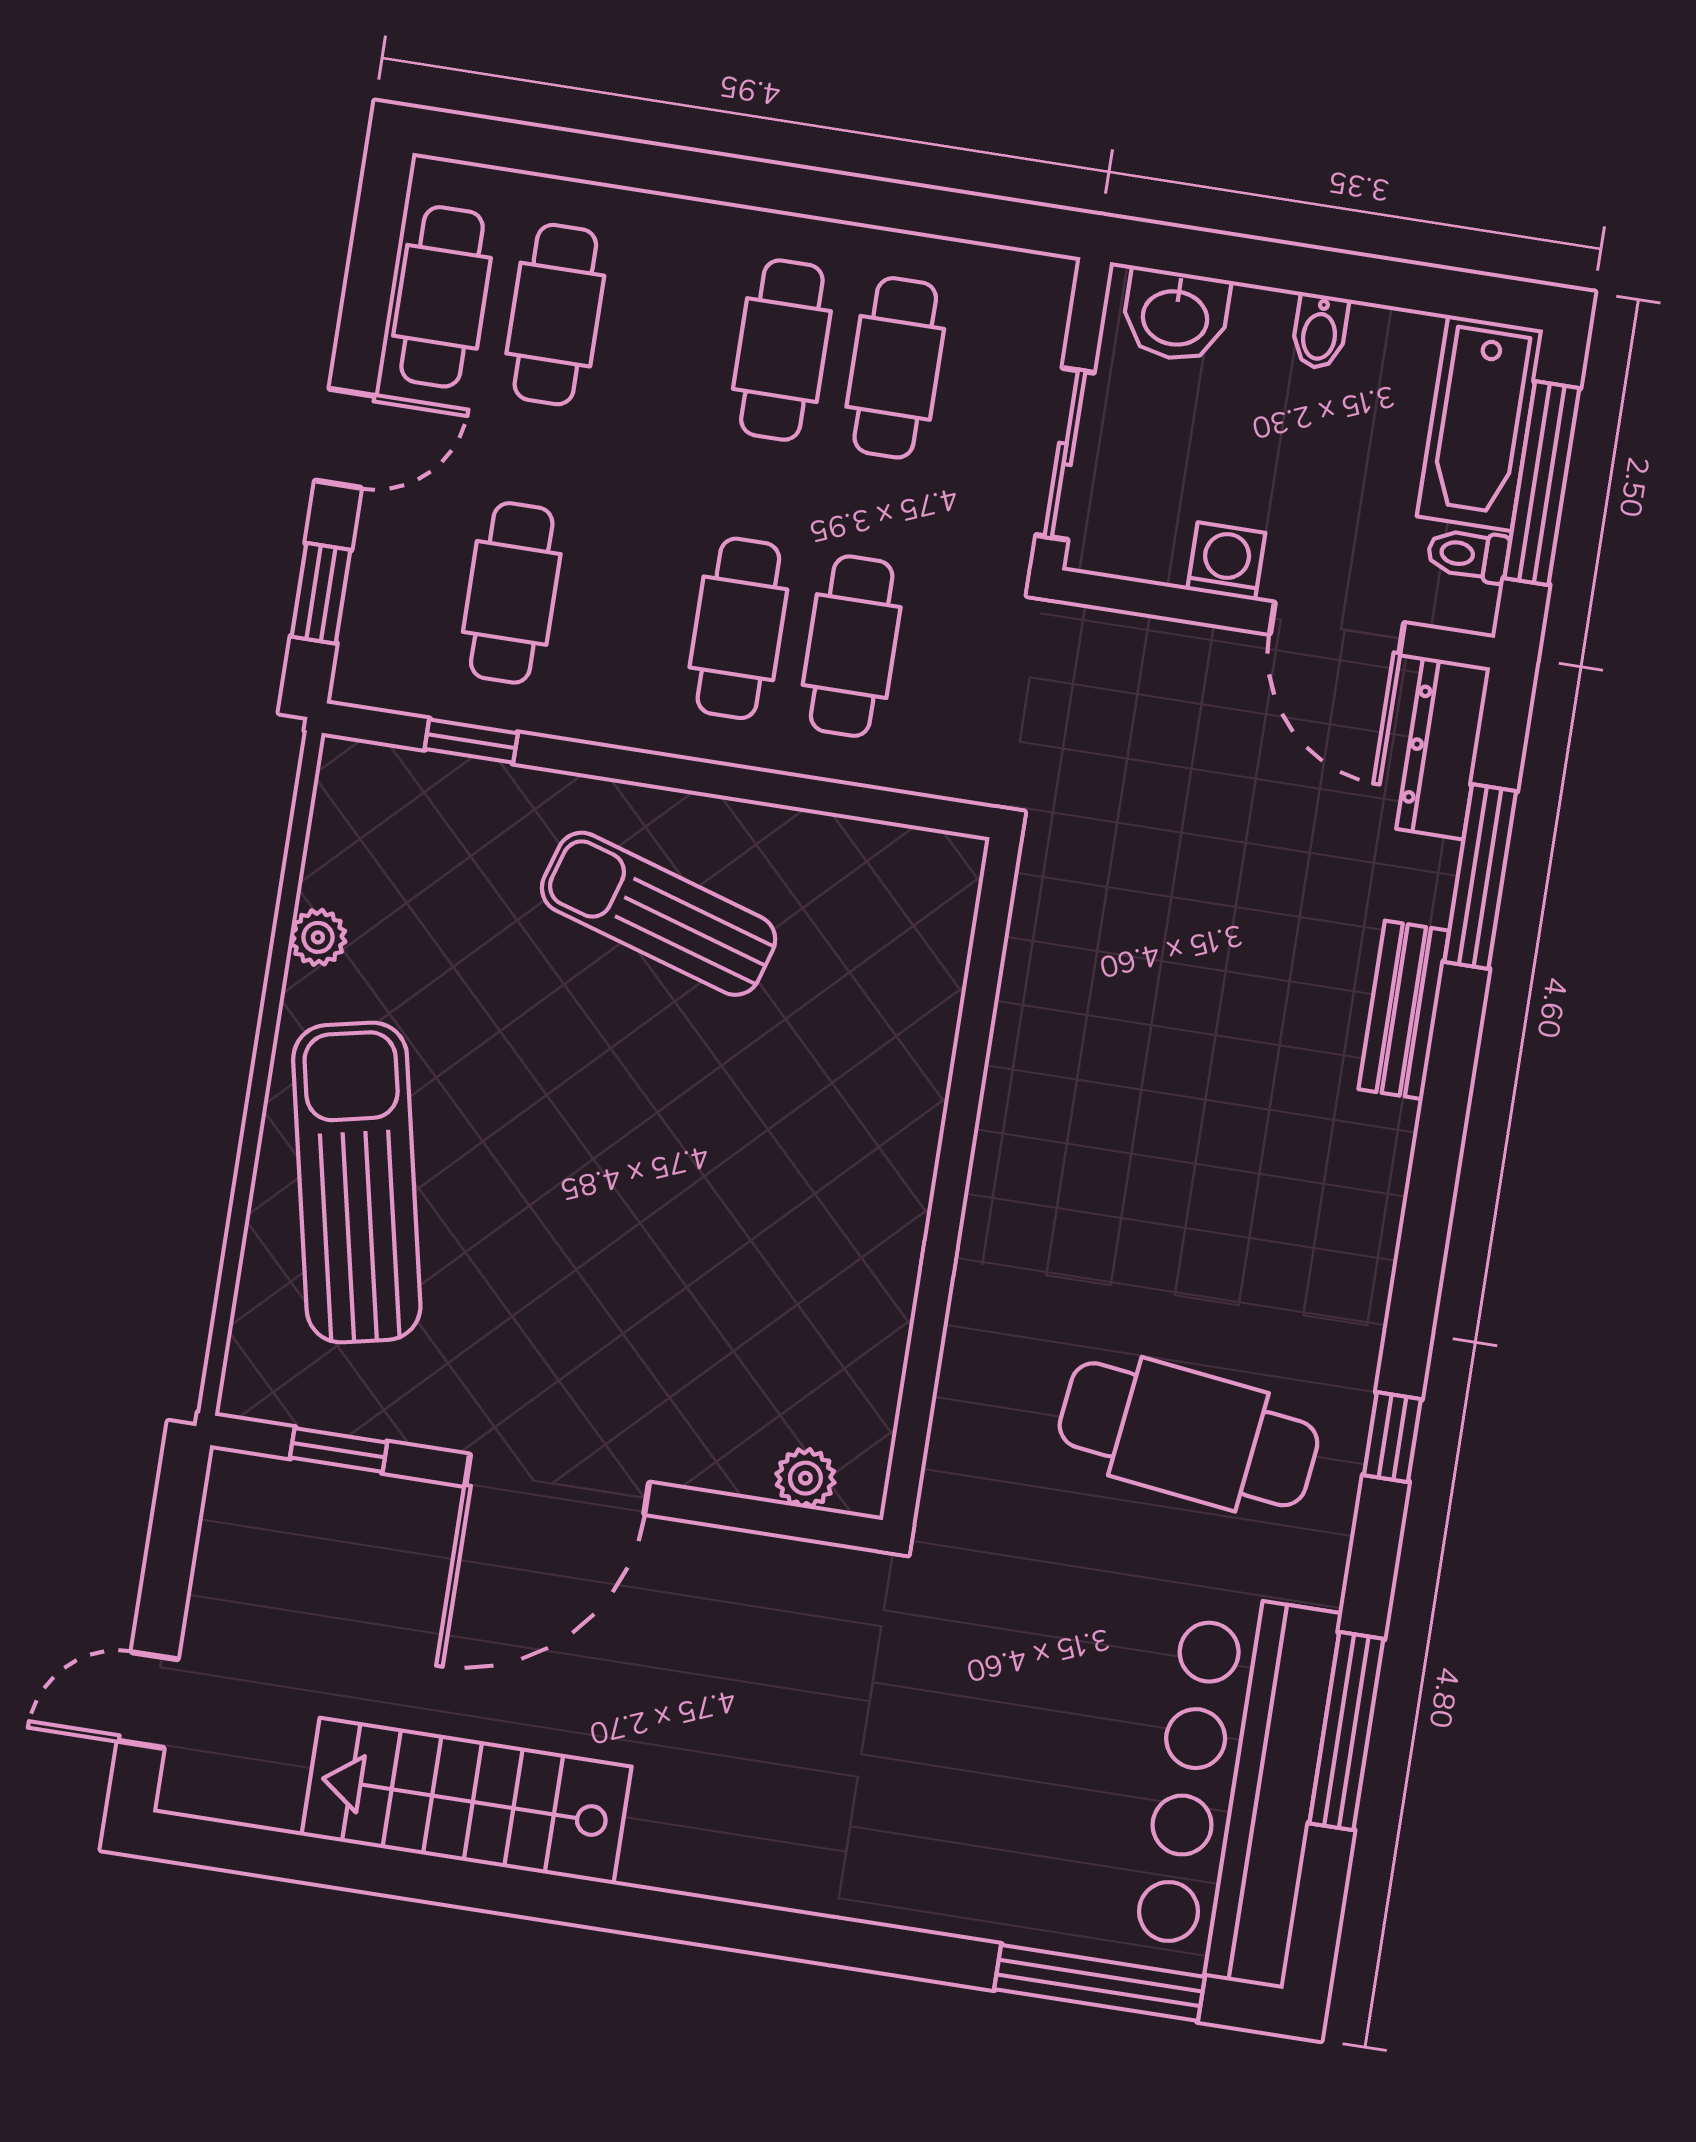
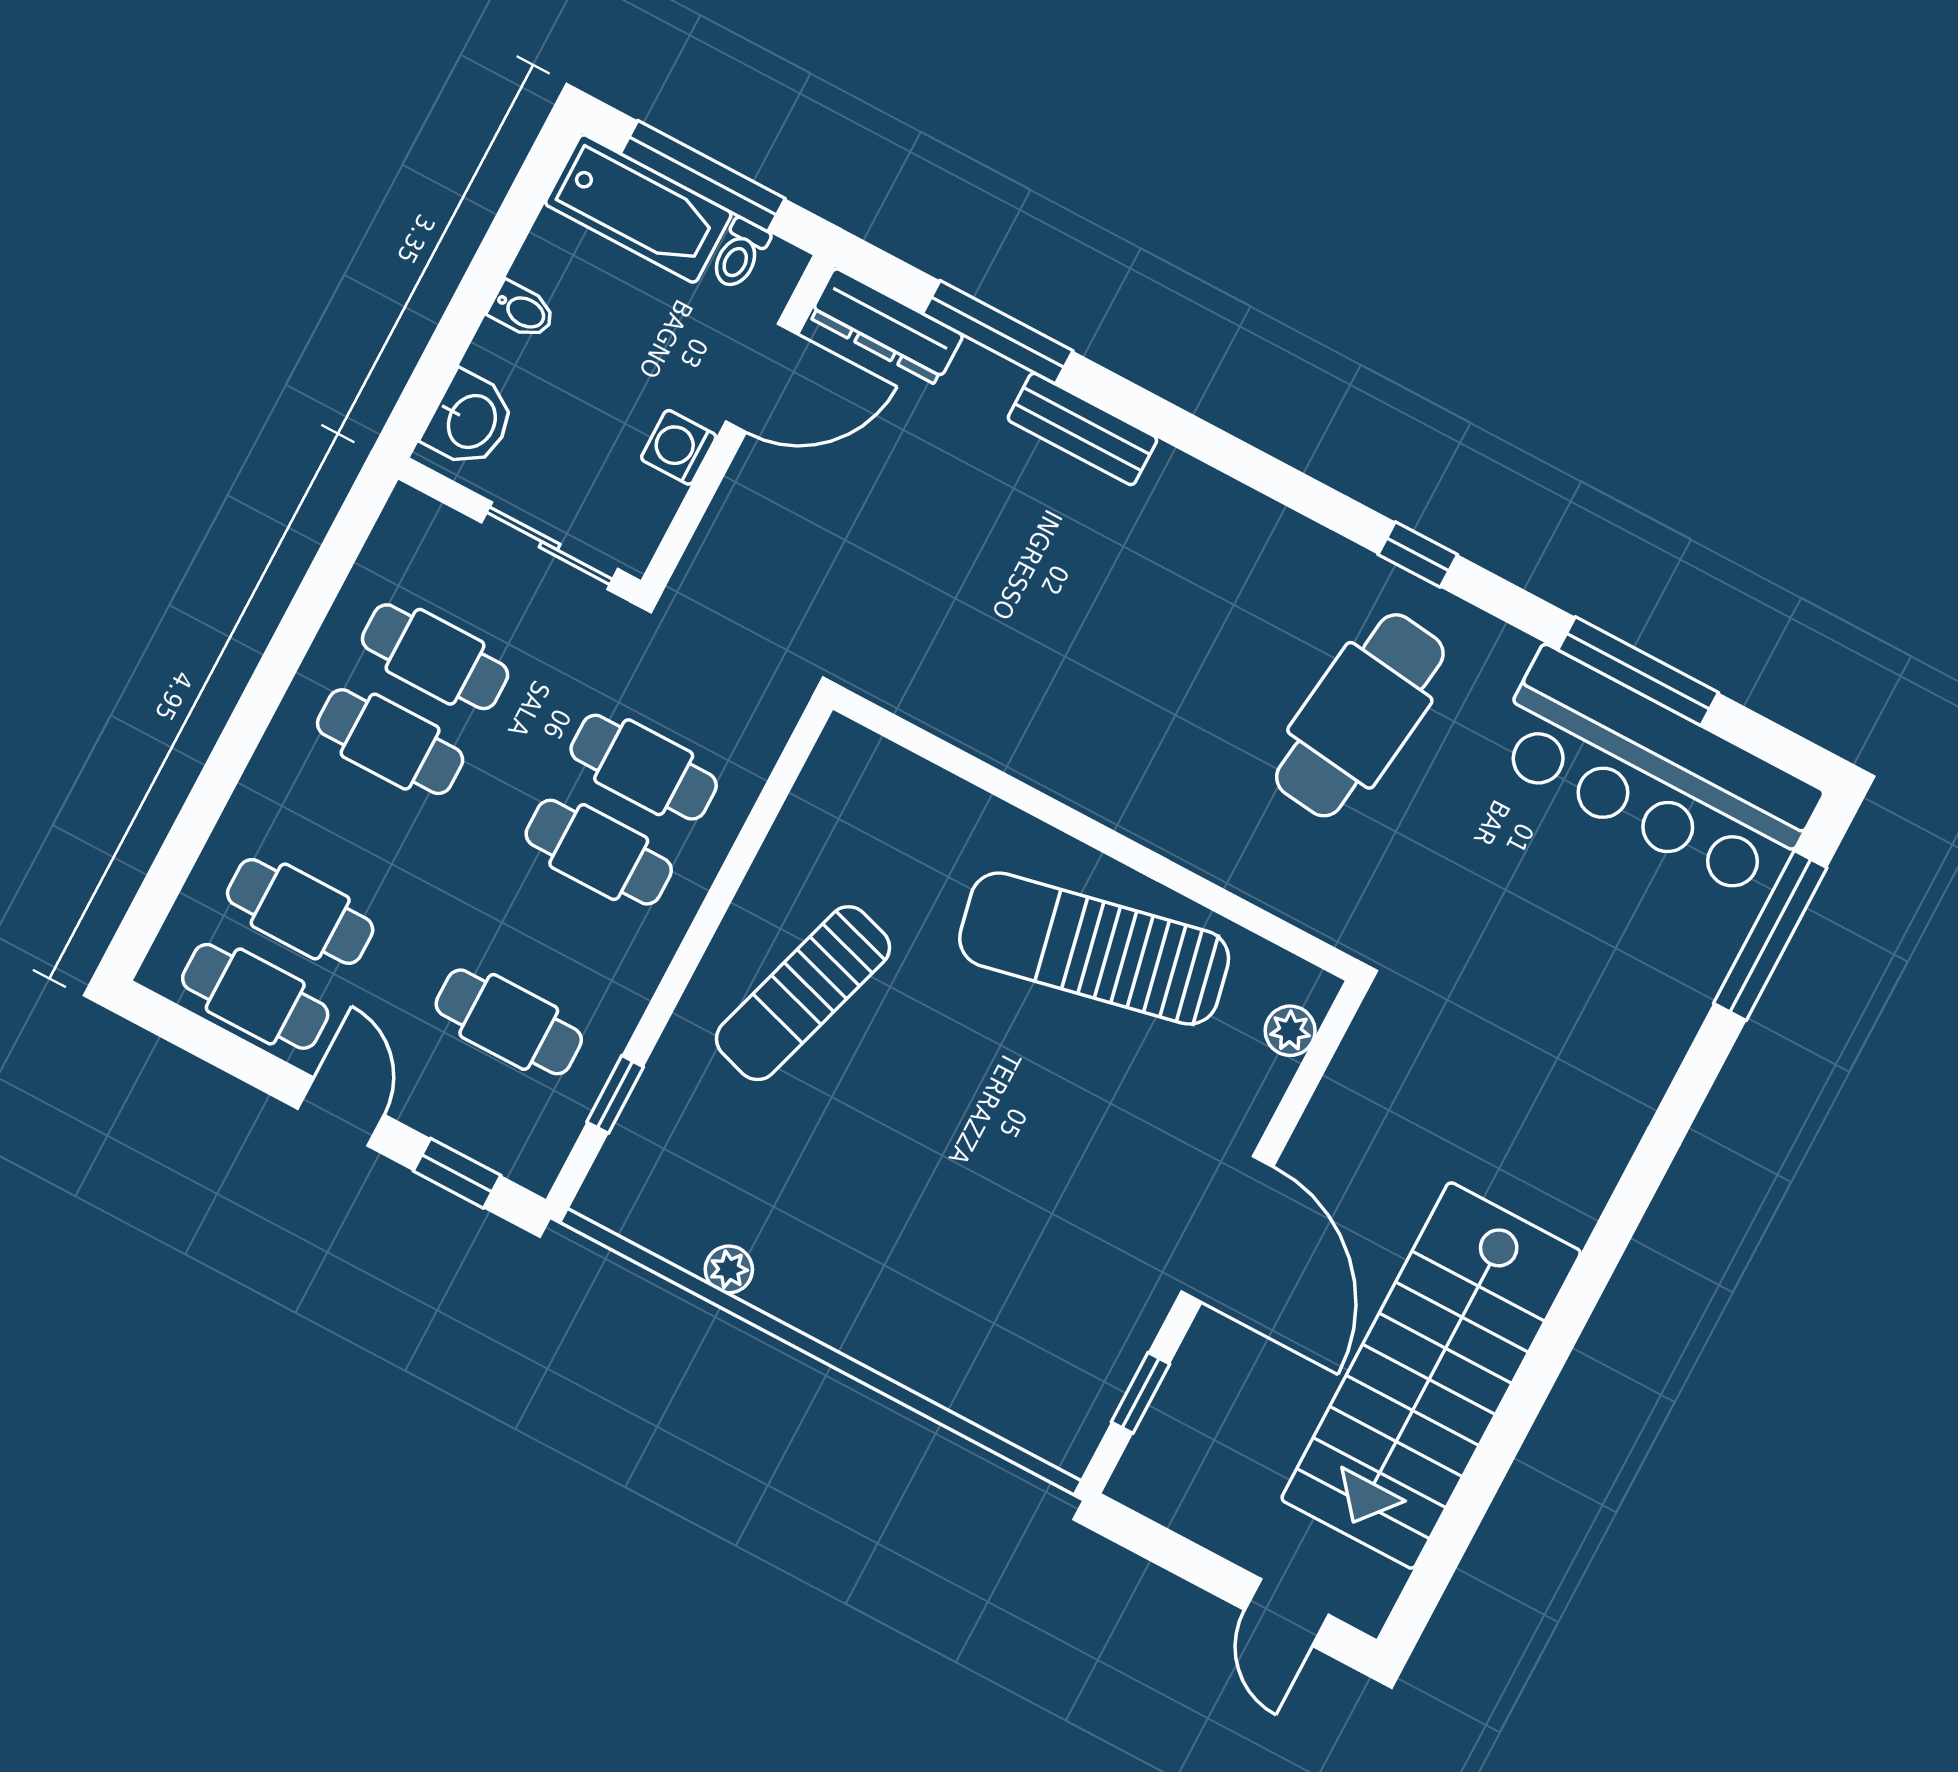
sun lounger: (357, 1182) -> (1094, 948), moved
stairs: (467, 1801) -> (1431, 1375), width x1.36, depth x1.51

